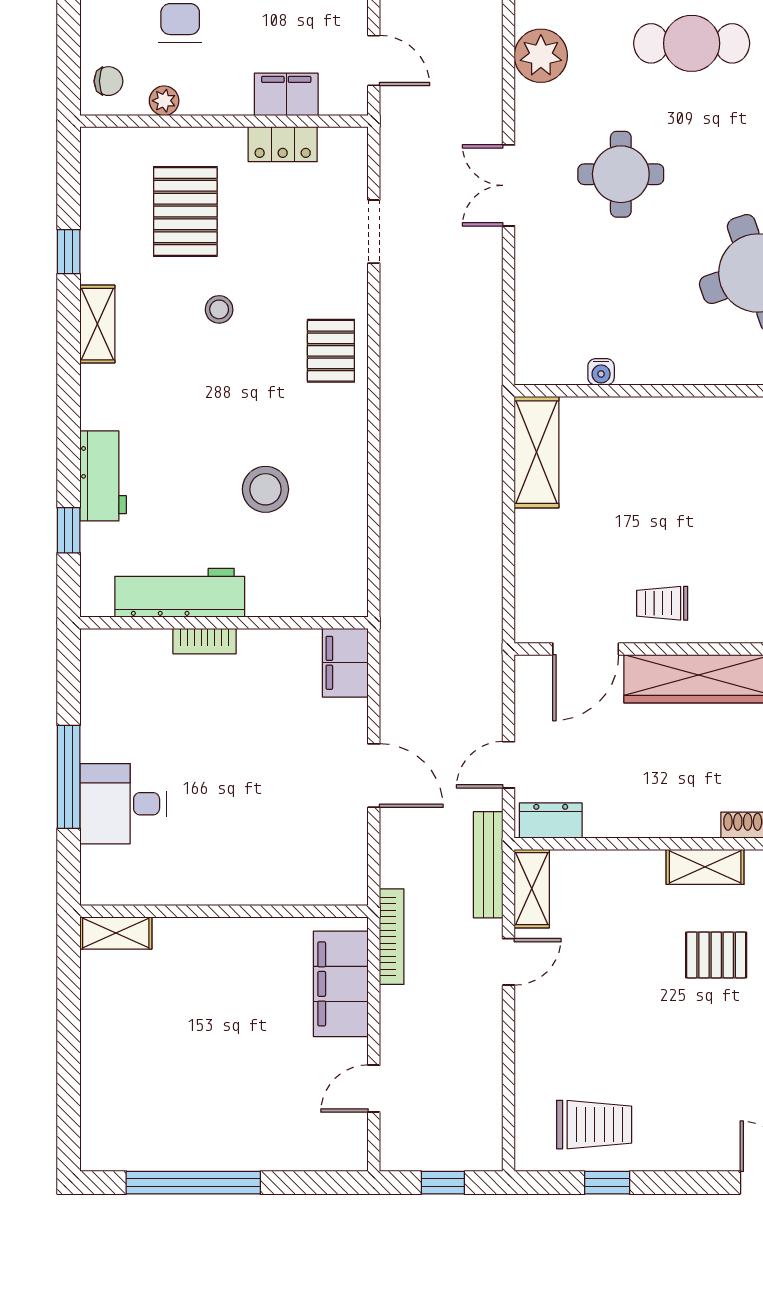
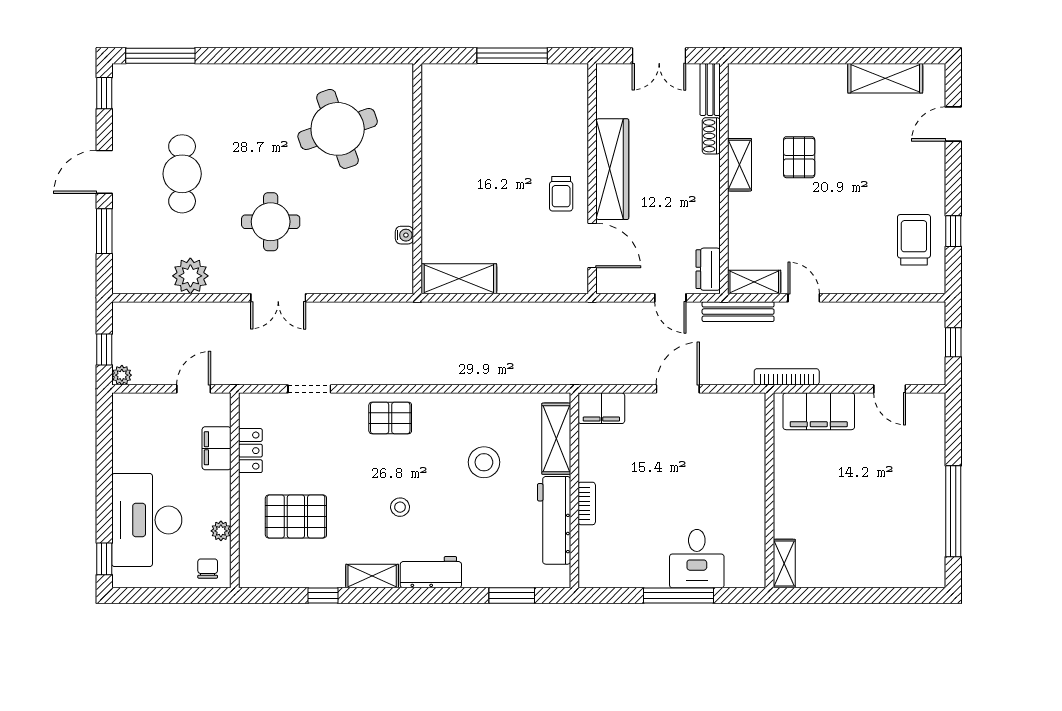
stool: (219, 309) -> (400, 507), moved
workbench: (103, 476) -> (431, 572), moved
window: (69, 530) -> (512, 595), width x1.50
shelving: (300, 596) -> (556, 439), added

